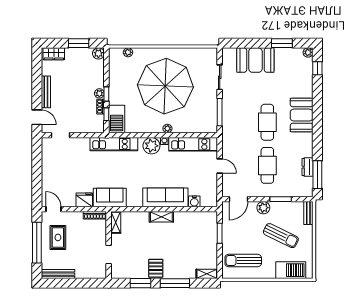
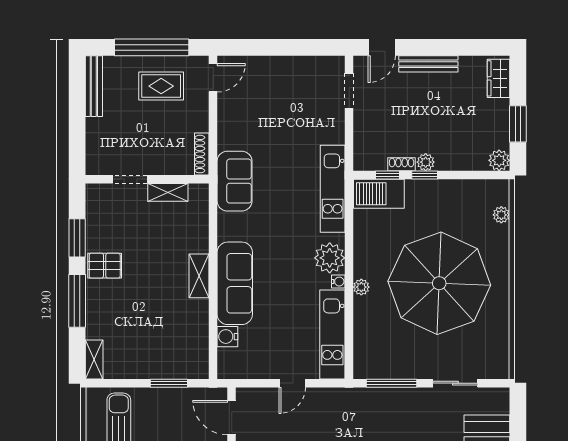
fridge: (84, 200) -> (230, 134), removed
shelving: (116, 222) -> (168, 192), moved

